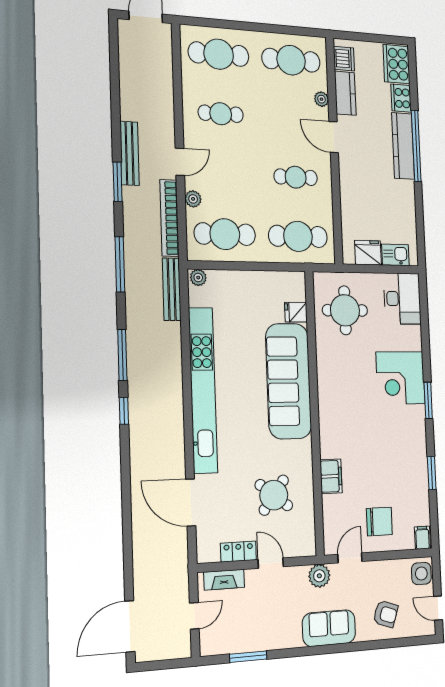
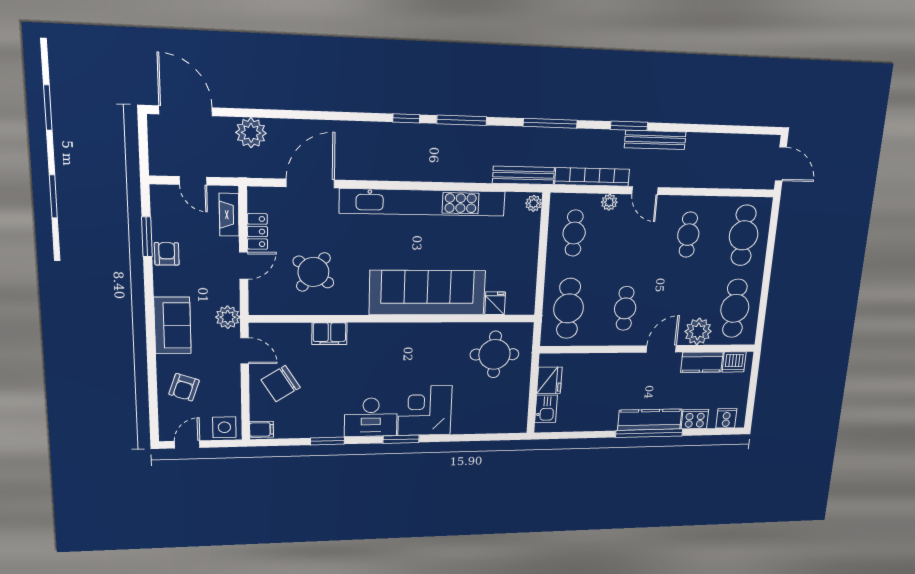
cooker: (397, 64) -> (726, 418), width x0.53, depth x0.76
plant: (321, 99) -> (698, 331), width x1.88, depth x1.88
cafe table: (225, 234) -> (574, 233), width x0.73, depth x0.74
desk: (402, 299) -> (371, 417), moved
chair: (379, 521) -> (281, 384), turned 58
plant: (147, 563) -> (251, 133), added
armchair: (263, 637) -> (167, 254), added

